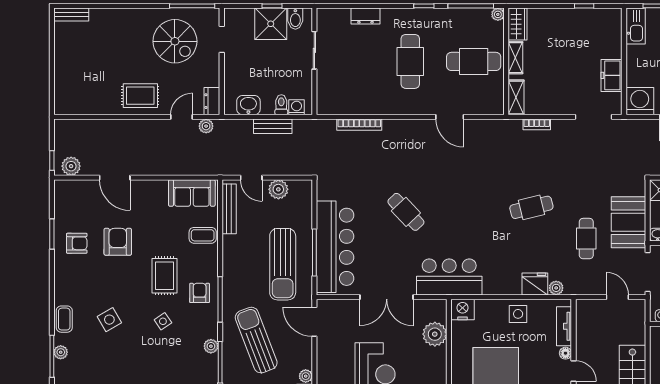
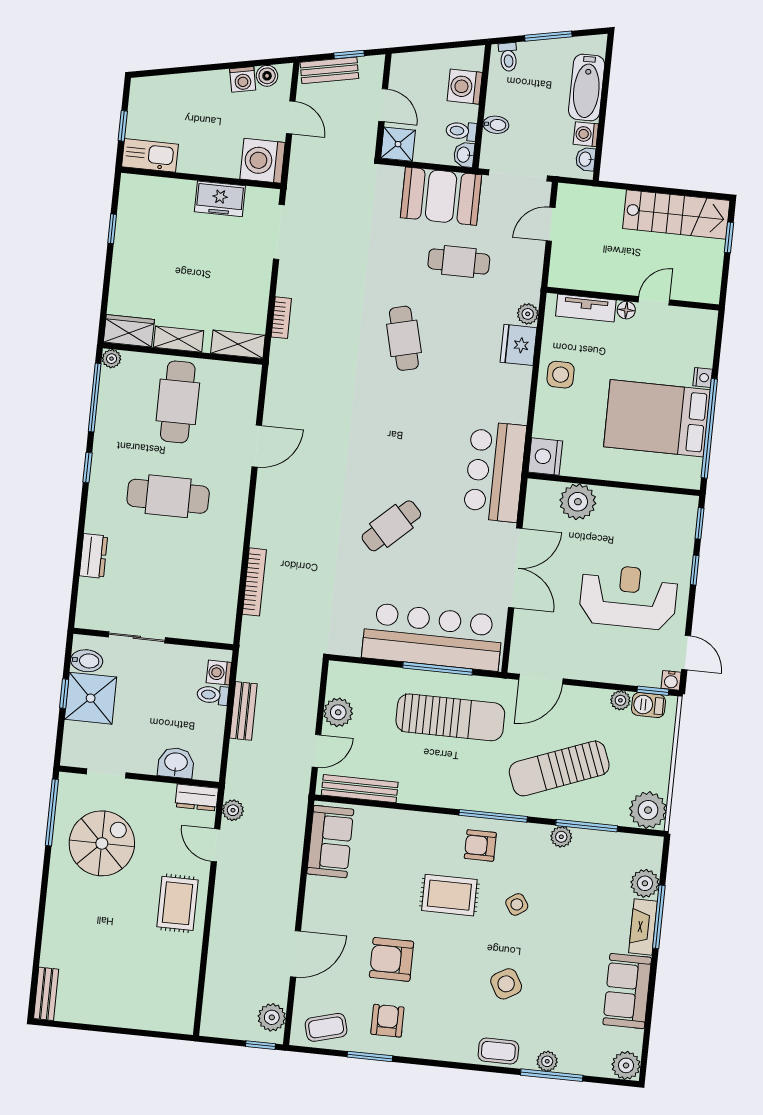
washbasin: (248, 105) -> (176, 763), moved, turned 90
coffee table: (203, 235) -> (326, 1027), moved, turned 75

